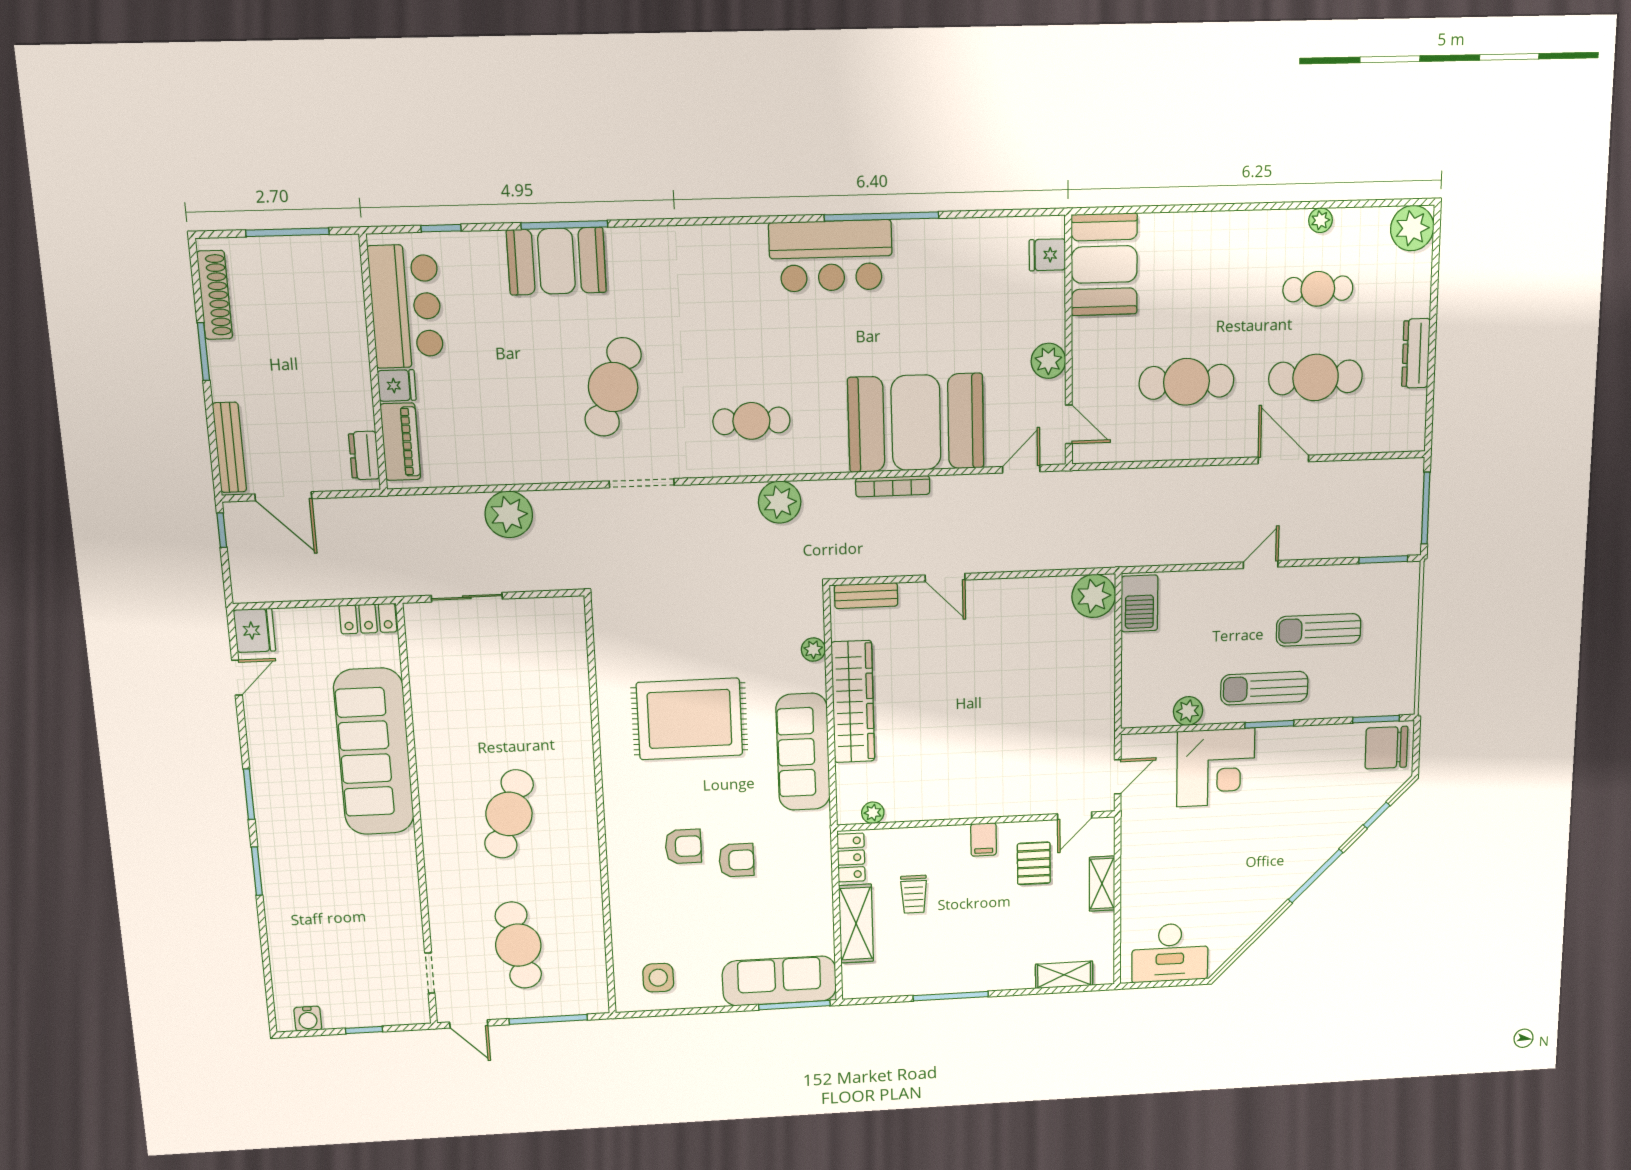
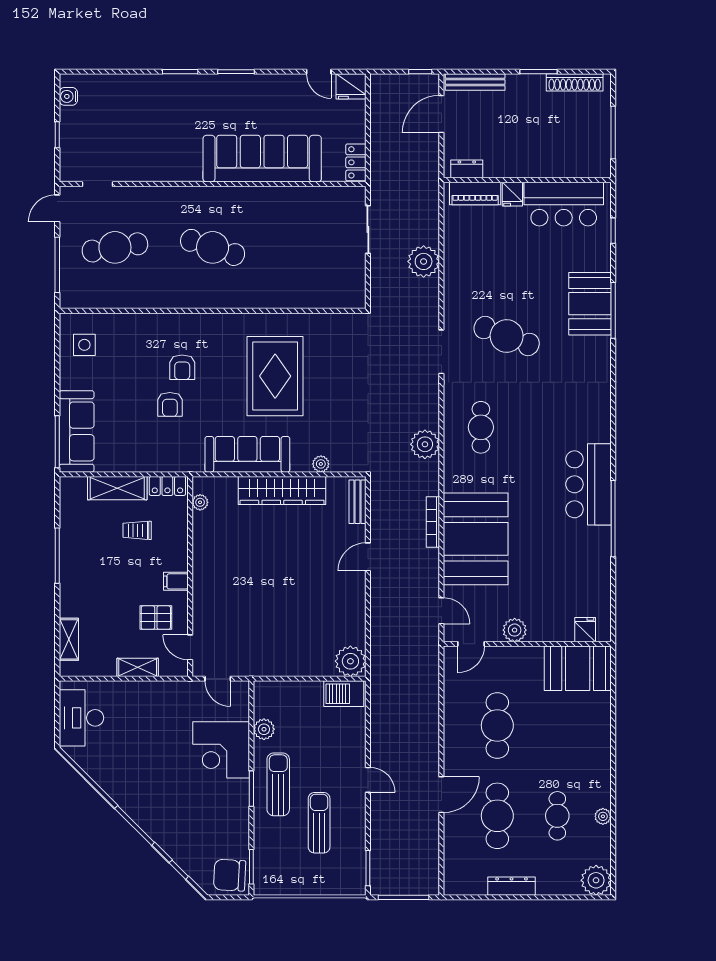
chair: (1386, 748) -> (230, 875), turned -87

